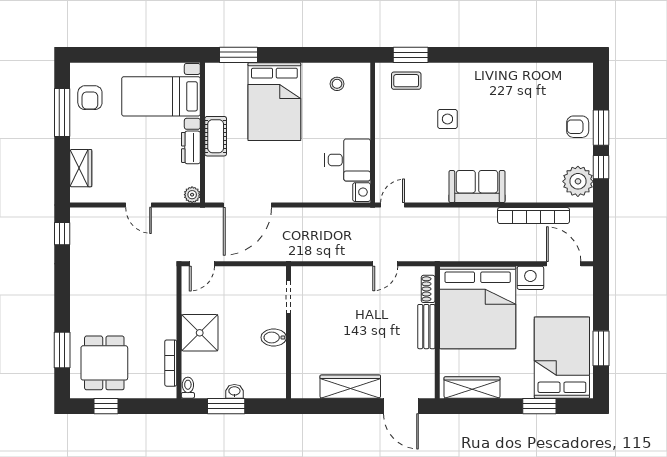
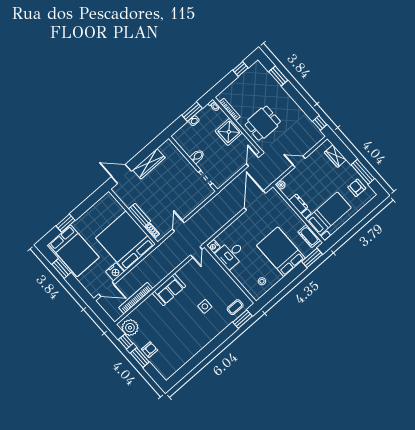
cot: (216, 136) -> (309, 236), moved
dining table: (104, 363) -> (263, 123), moved, turned 90
wardrobe: (472, 388) -> (99, 207), removed

